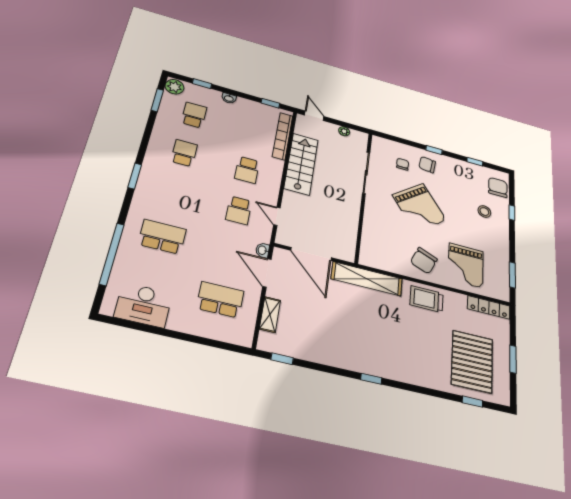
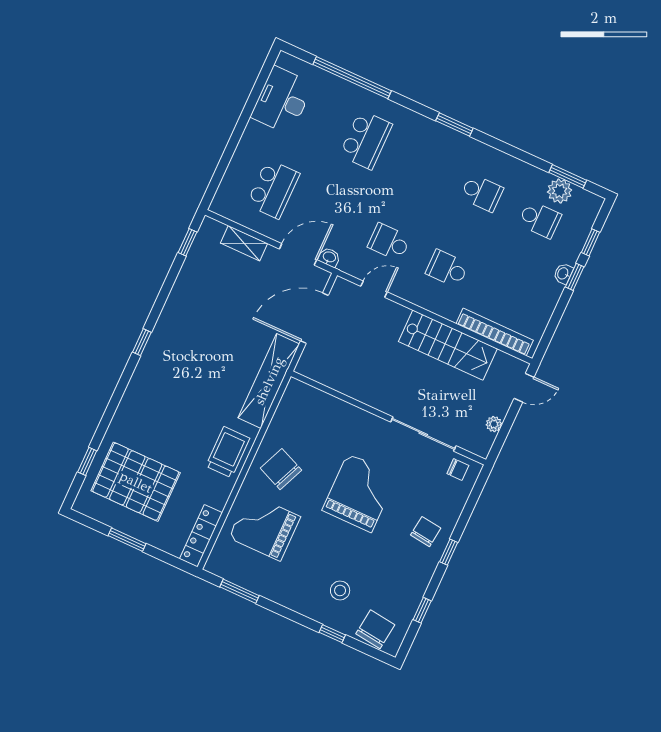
plant: (175, 87) -> (560, 191), moved
window: (270, 103) -> (575, 277), moved
chair: (403, 164) -> (458, 470), moved
chair: (498, 187) -> (375, 629), turned -83
grand piano: (419, 208) -> (360, 493), turned 127

